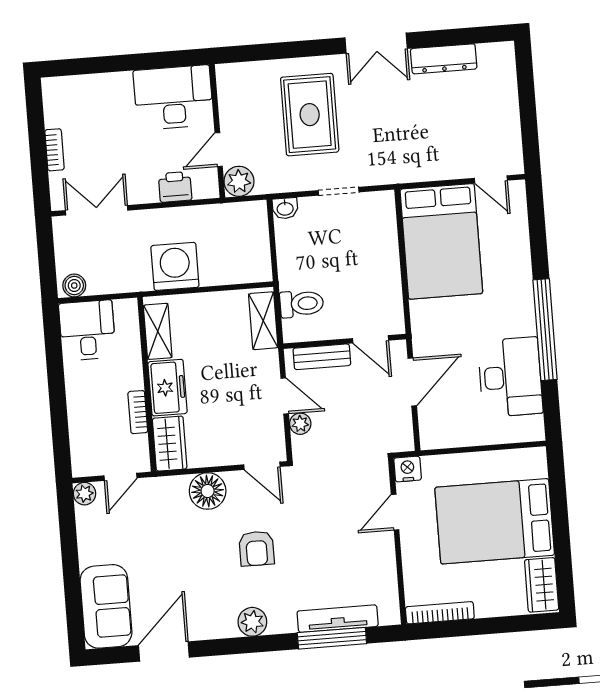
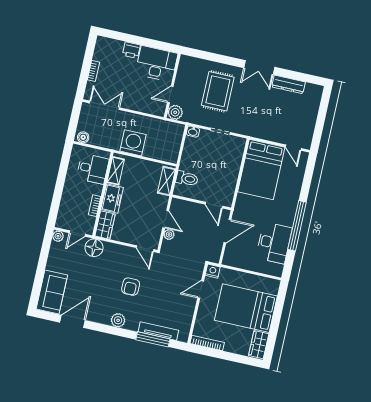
printer: (175, 187) -> (131, 50), moved, turned 180
desk: (87, 330) -> (93, 169), moved, turned 90
bench: (322, 357) -> (189, 206), removed
floor lamp: (208, 491) -> (94, 248), moved

